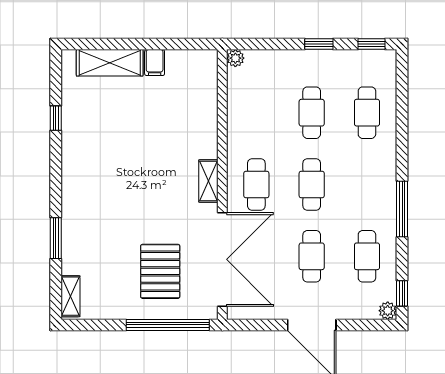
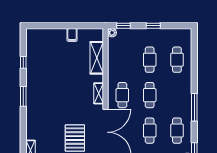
window: (371, 44) -> (124, 26), moved
shelving: (110, 63) -> (97, 58), moved, turned 90
window: (56, 238) -> (23, 96), moved

